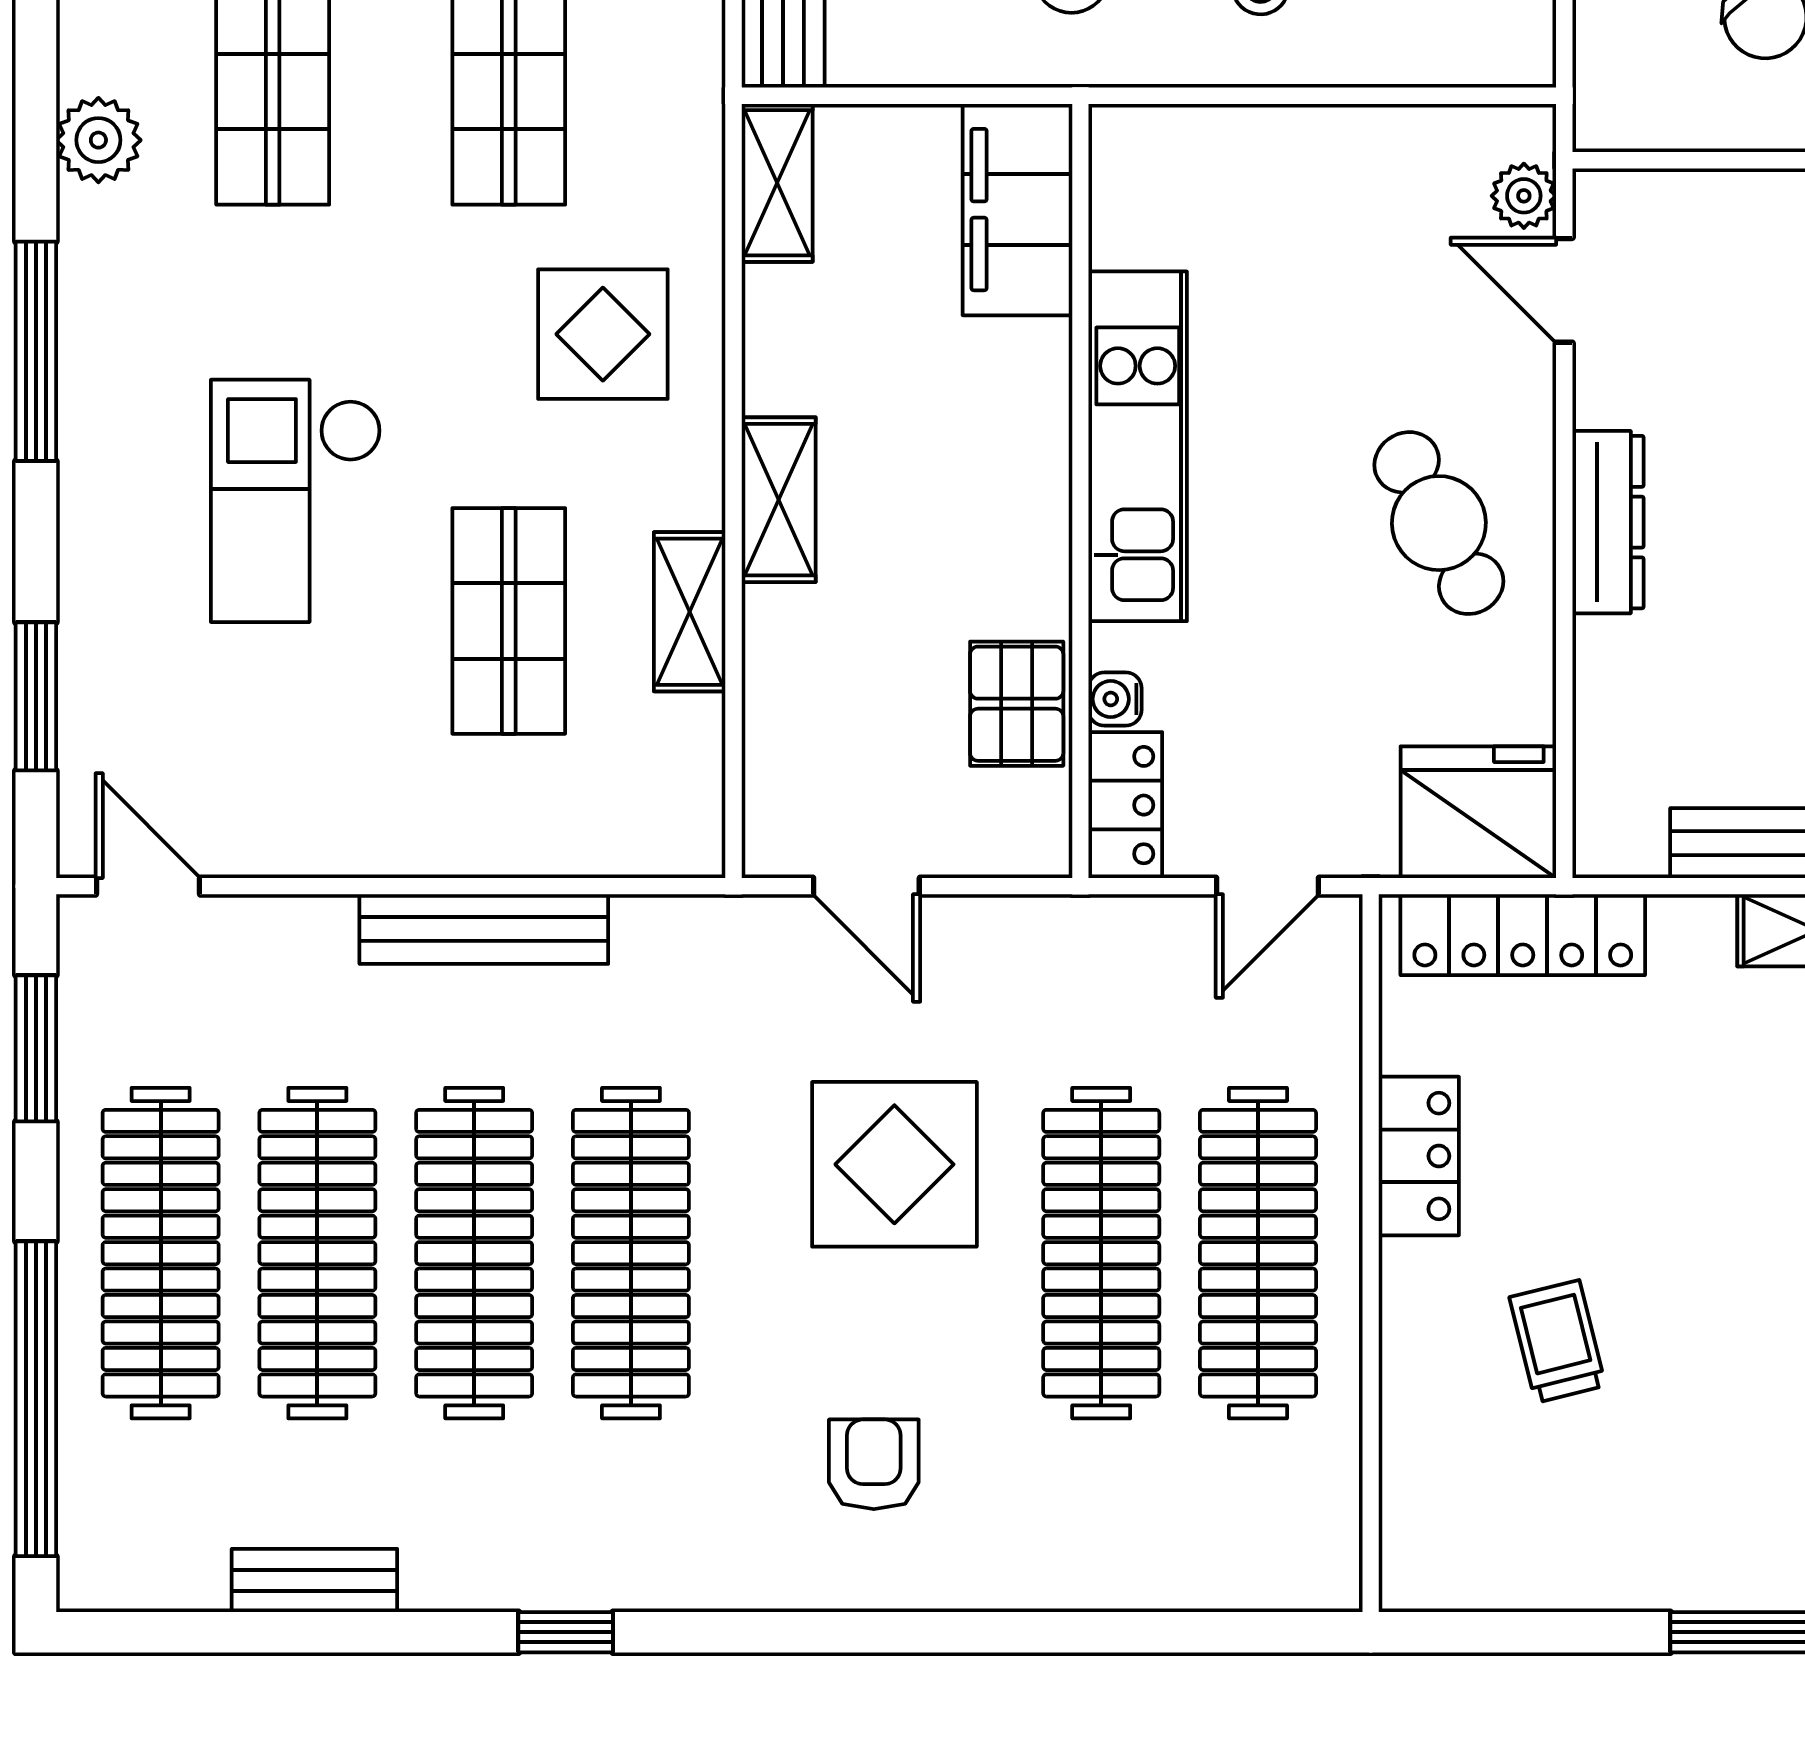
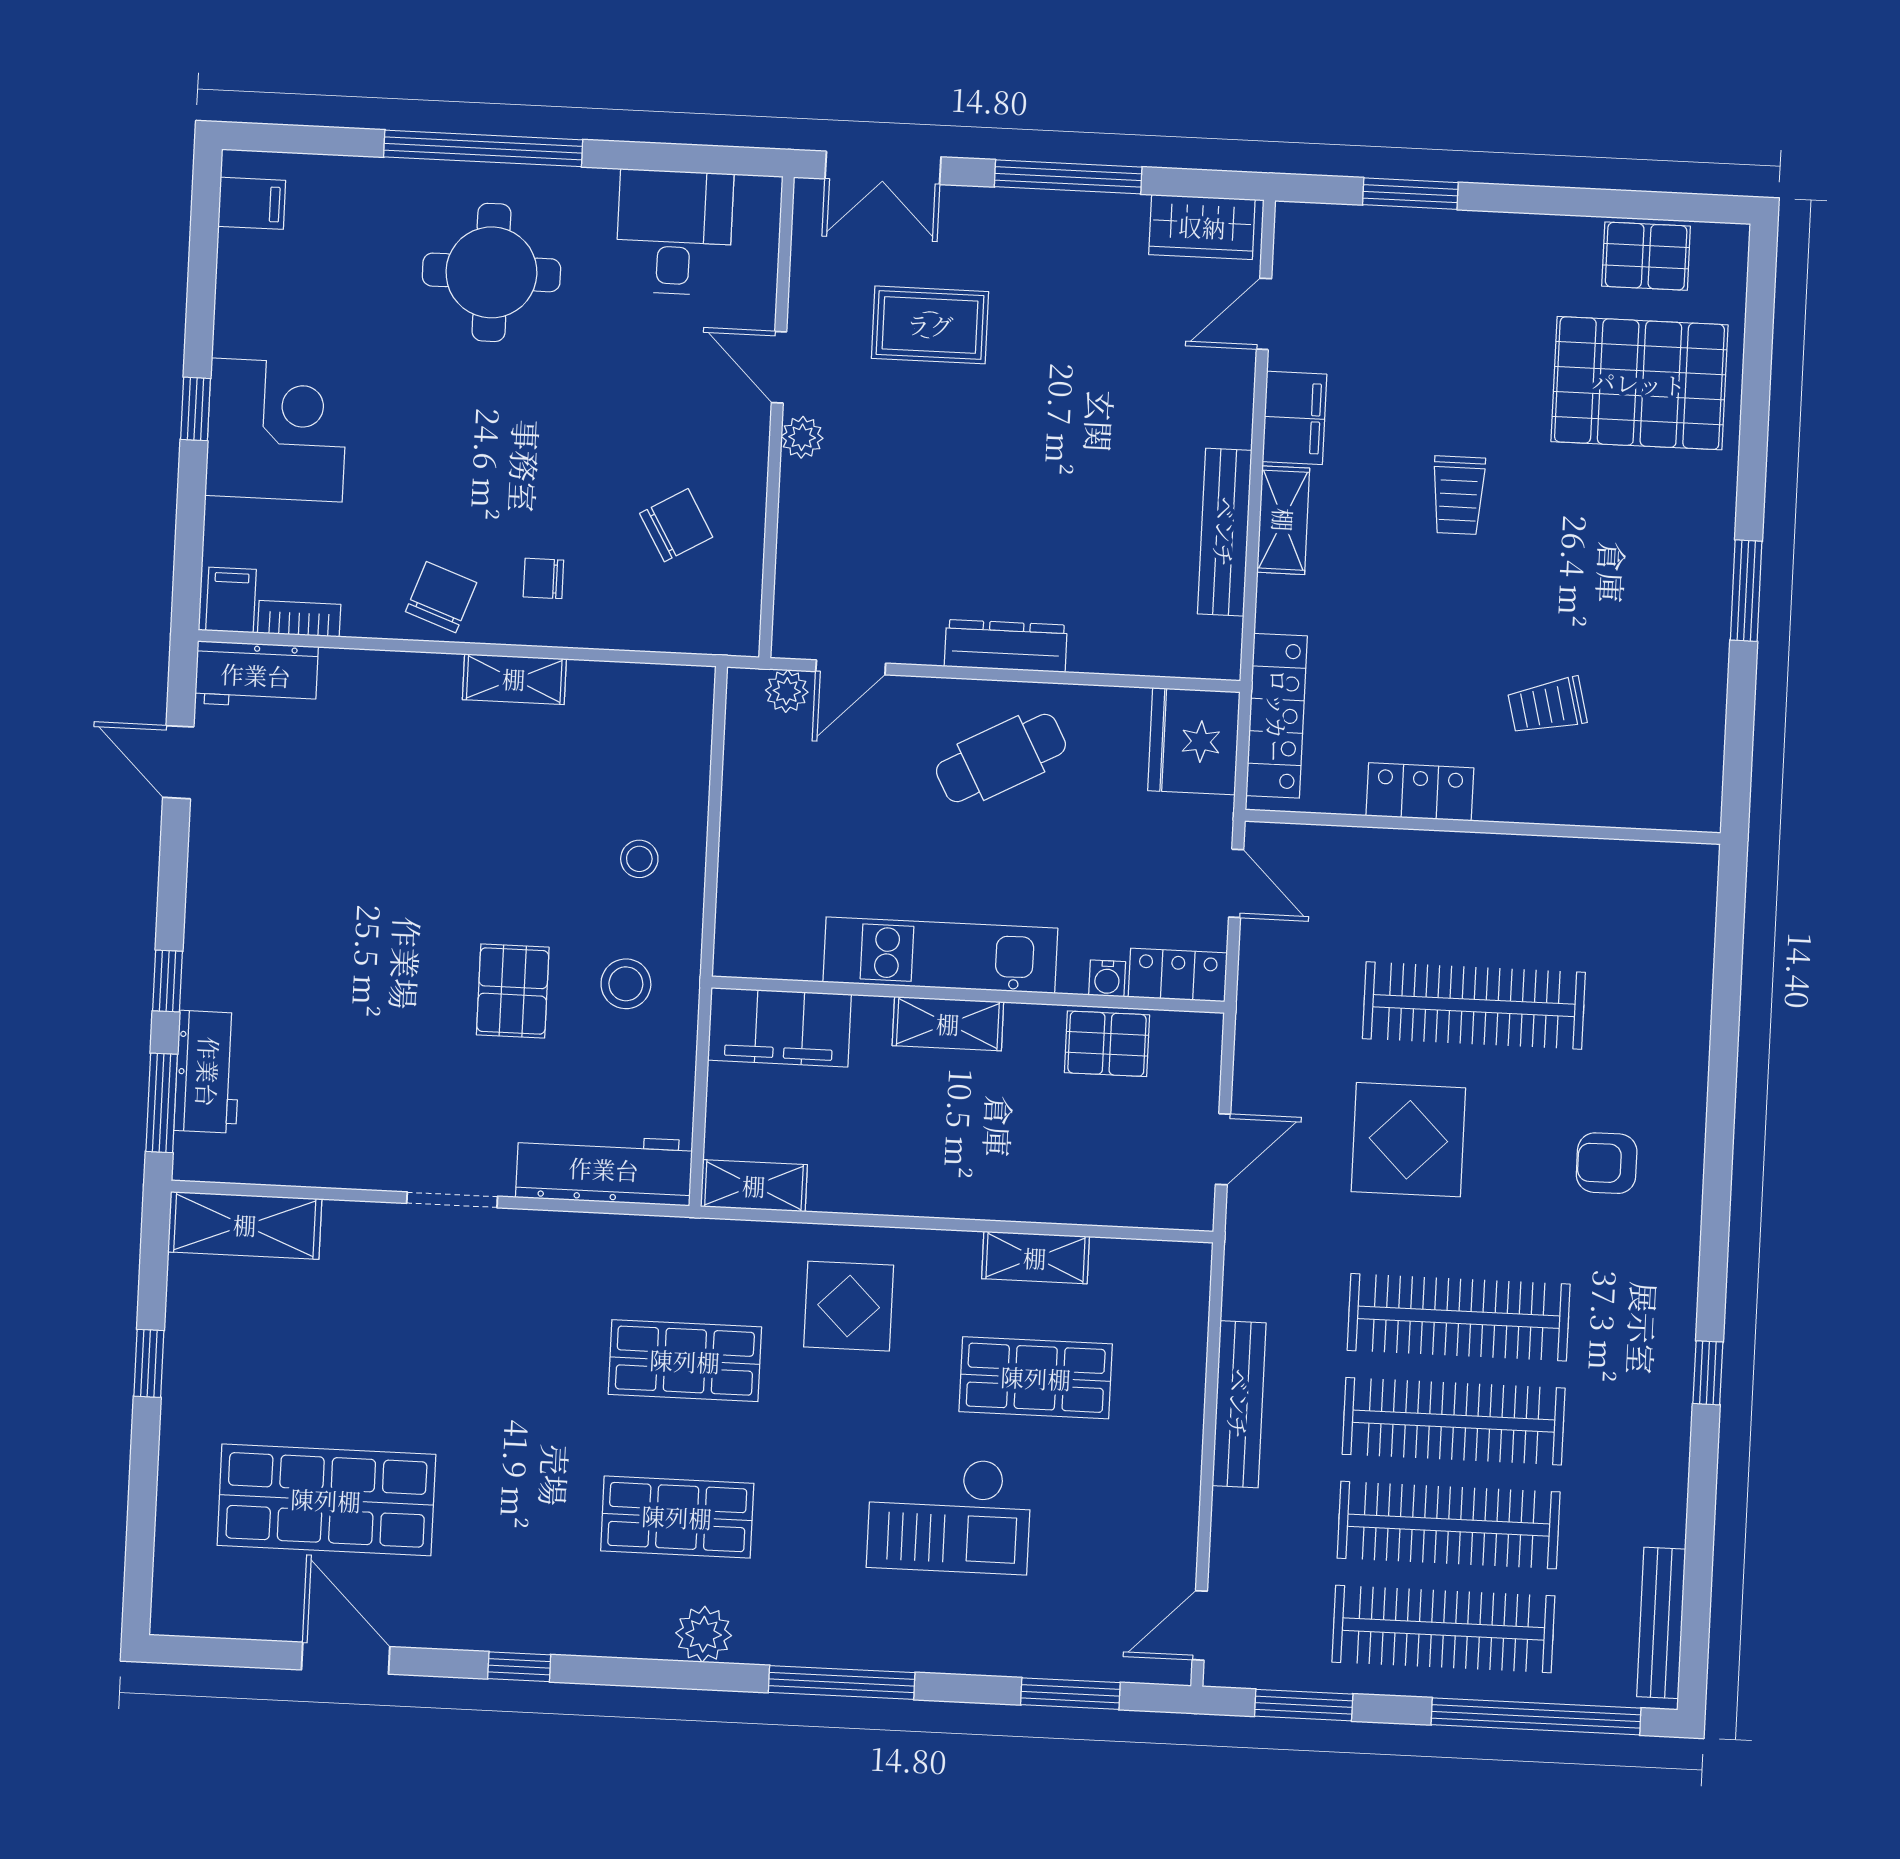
shelving: (779, 500) -> (948, 1024), moved
clothes rail: (1258, 1253) -> (1479, 902), removed
bench: (314, 1580) -> (1661, 1623), moved, width x1.36

